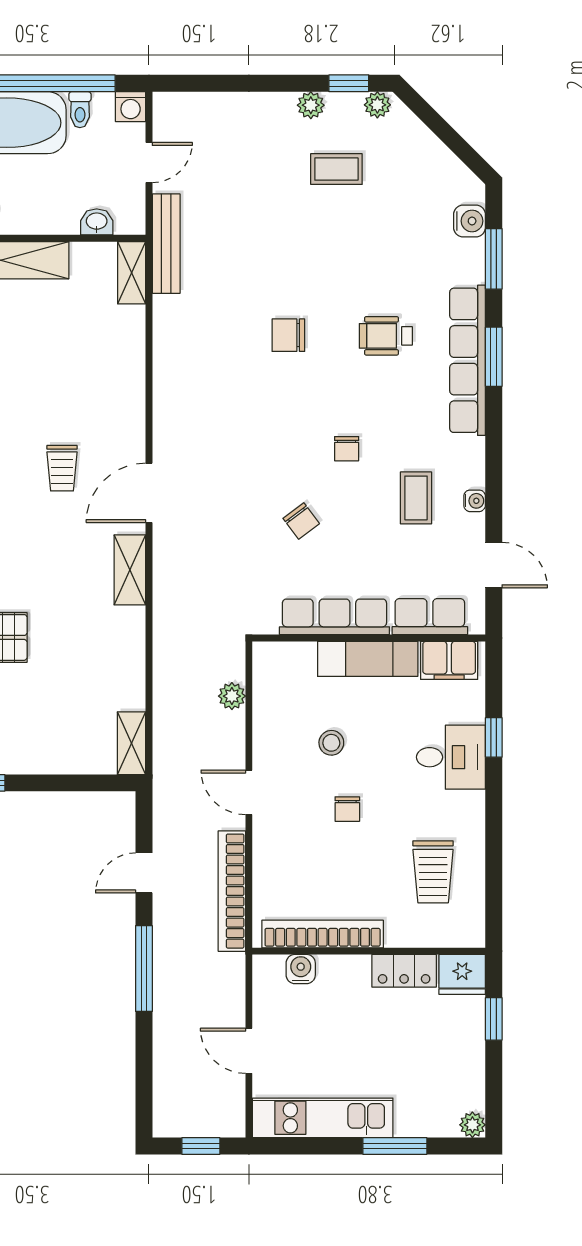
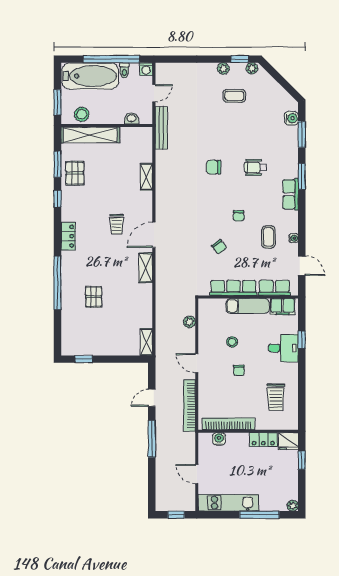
shelving: (132, 273) -> (146, 177), moved
row of seats: (468, 360) -> (291, 194), width x0.50
window: (395, 1146) -> (259, 515), width x1.44

